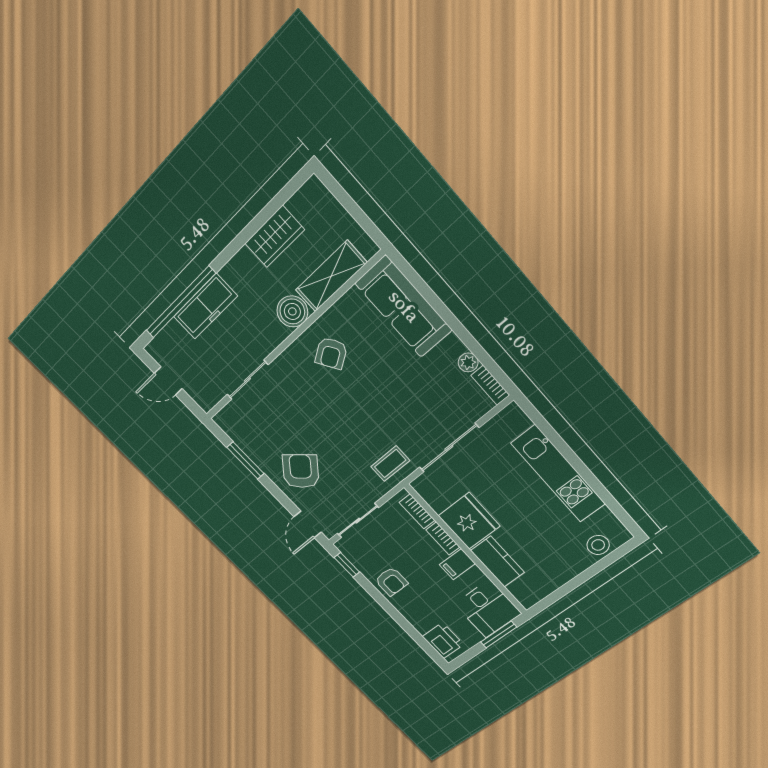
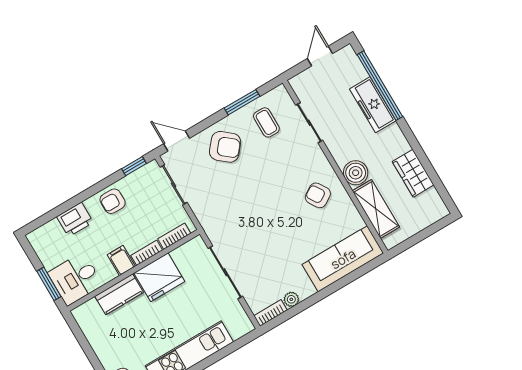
coffee table: (390, 464) -> (266, 122), moved
printer: (443, 641) -> (75, 219), moved

